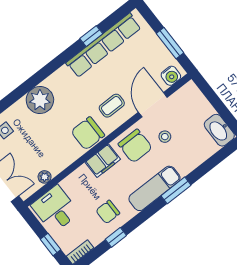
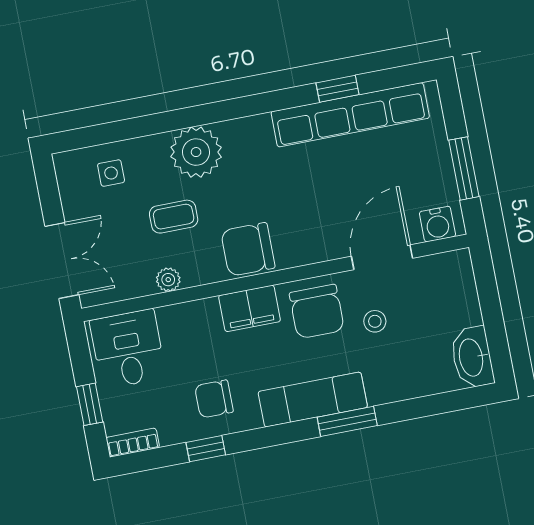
coffee table: (112, 106) -> (174, 217), moved
plant: (45, 177) -> (168, 280), moved

